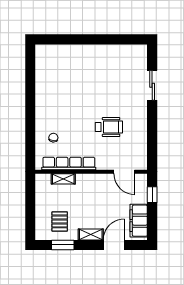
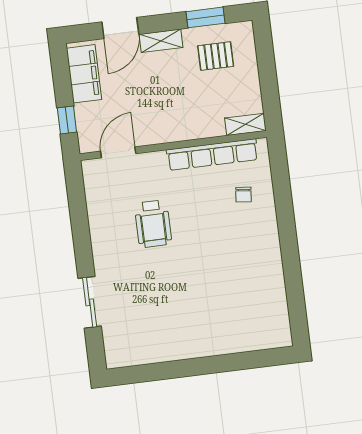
wheelchair: (109, 127) -> (153, 224), turned -90
door: (124, 172) -> (118, 152), hinge flipped
shelving: (63, 179) -> (245, 124), moved
pallet: (60, 221) -> (216, 56), turned 90

